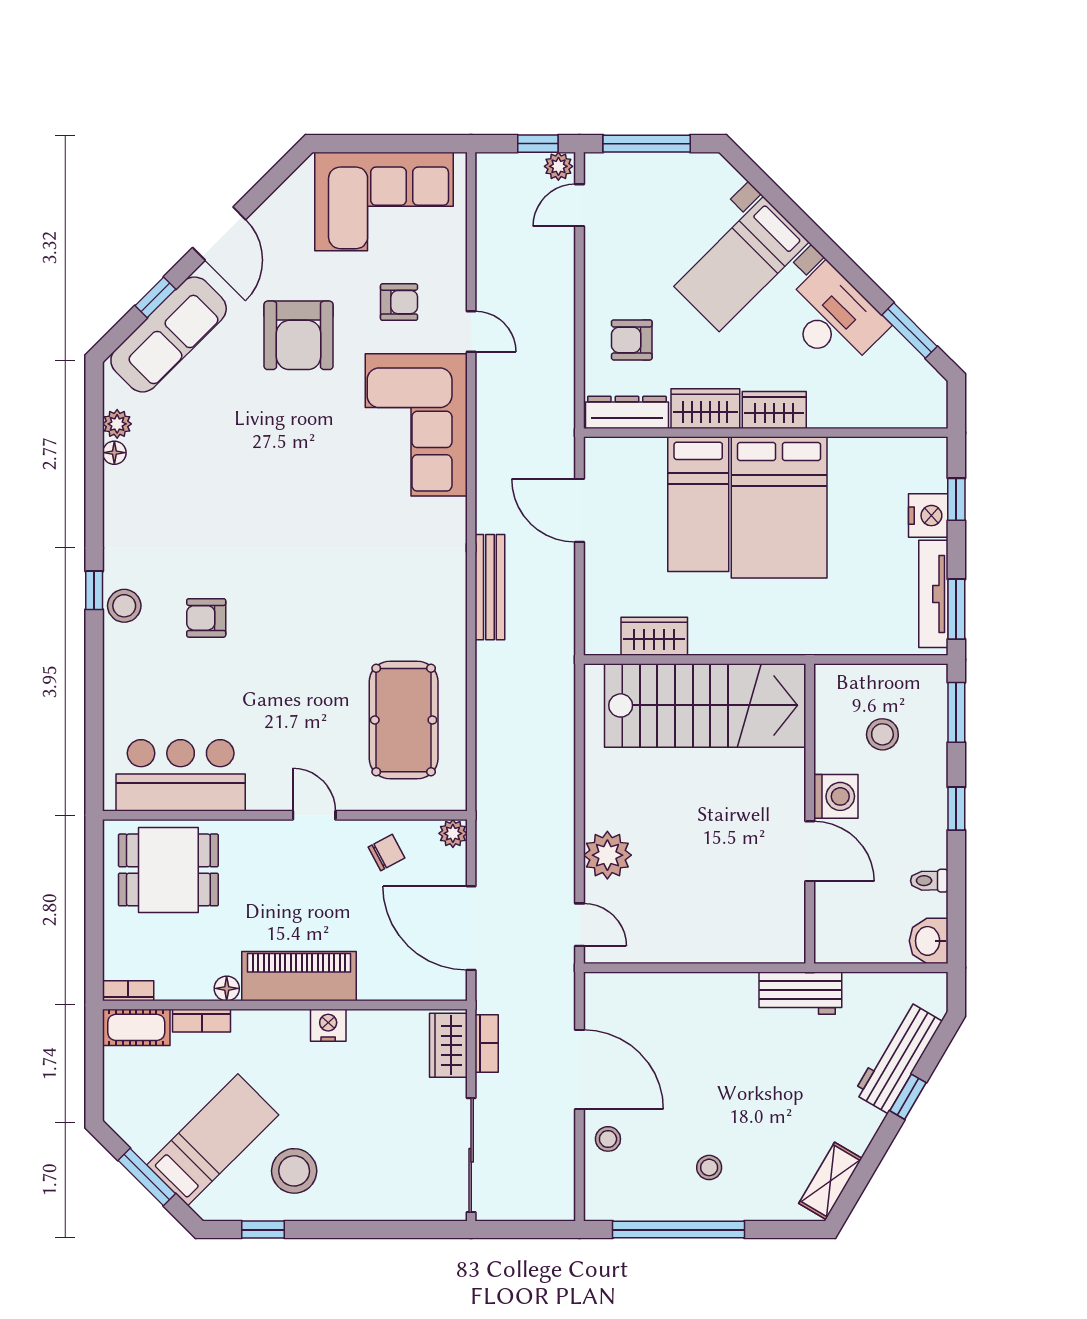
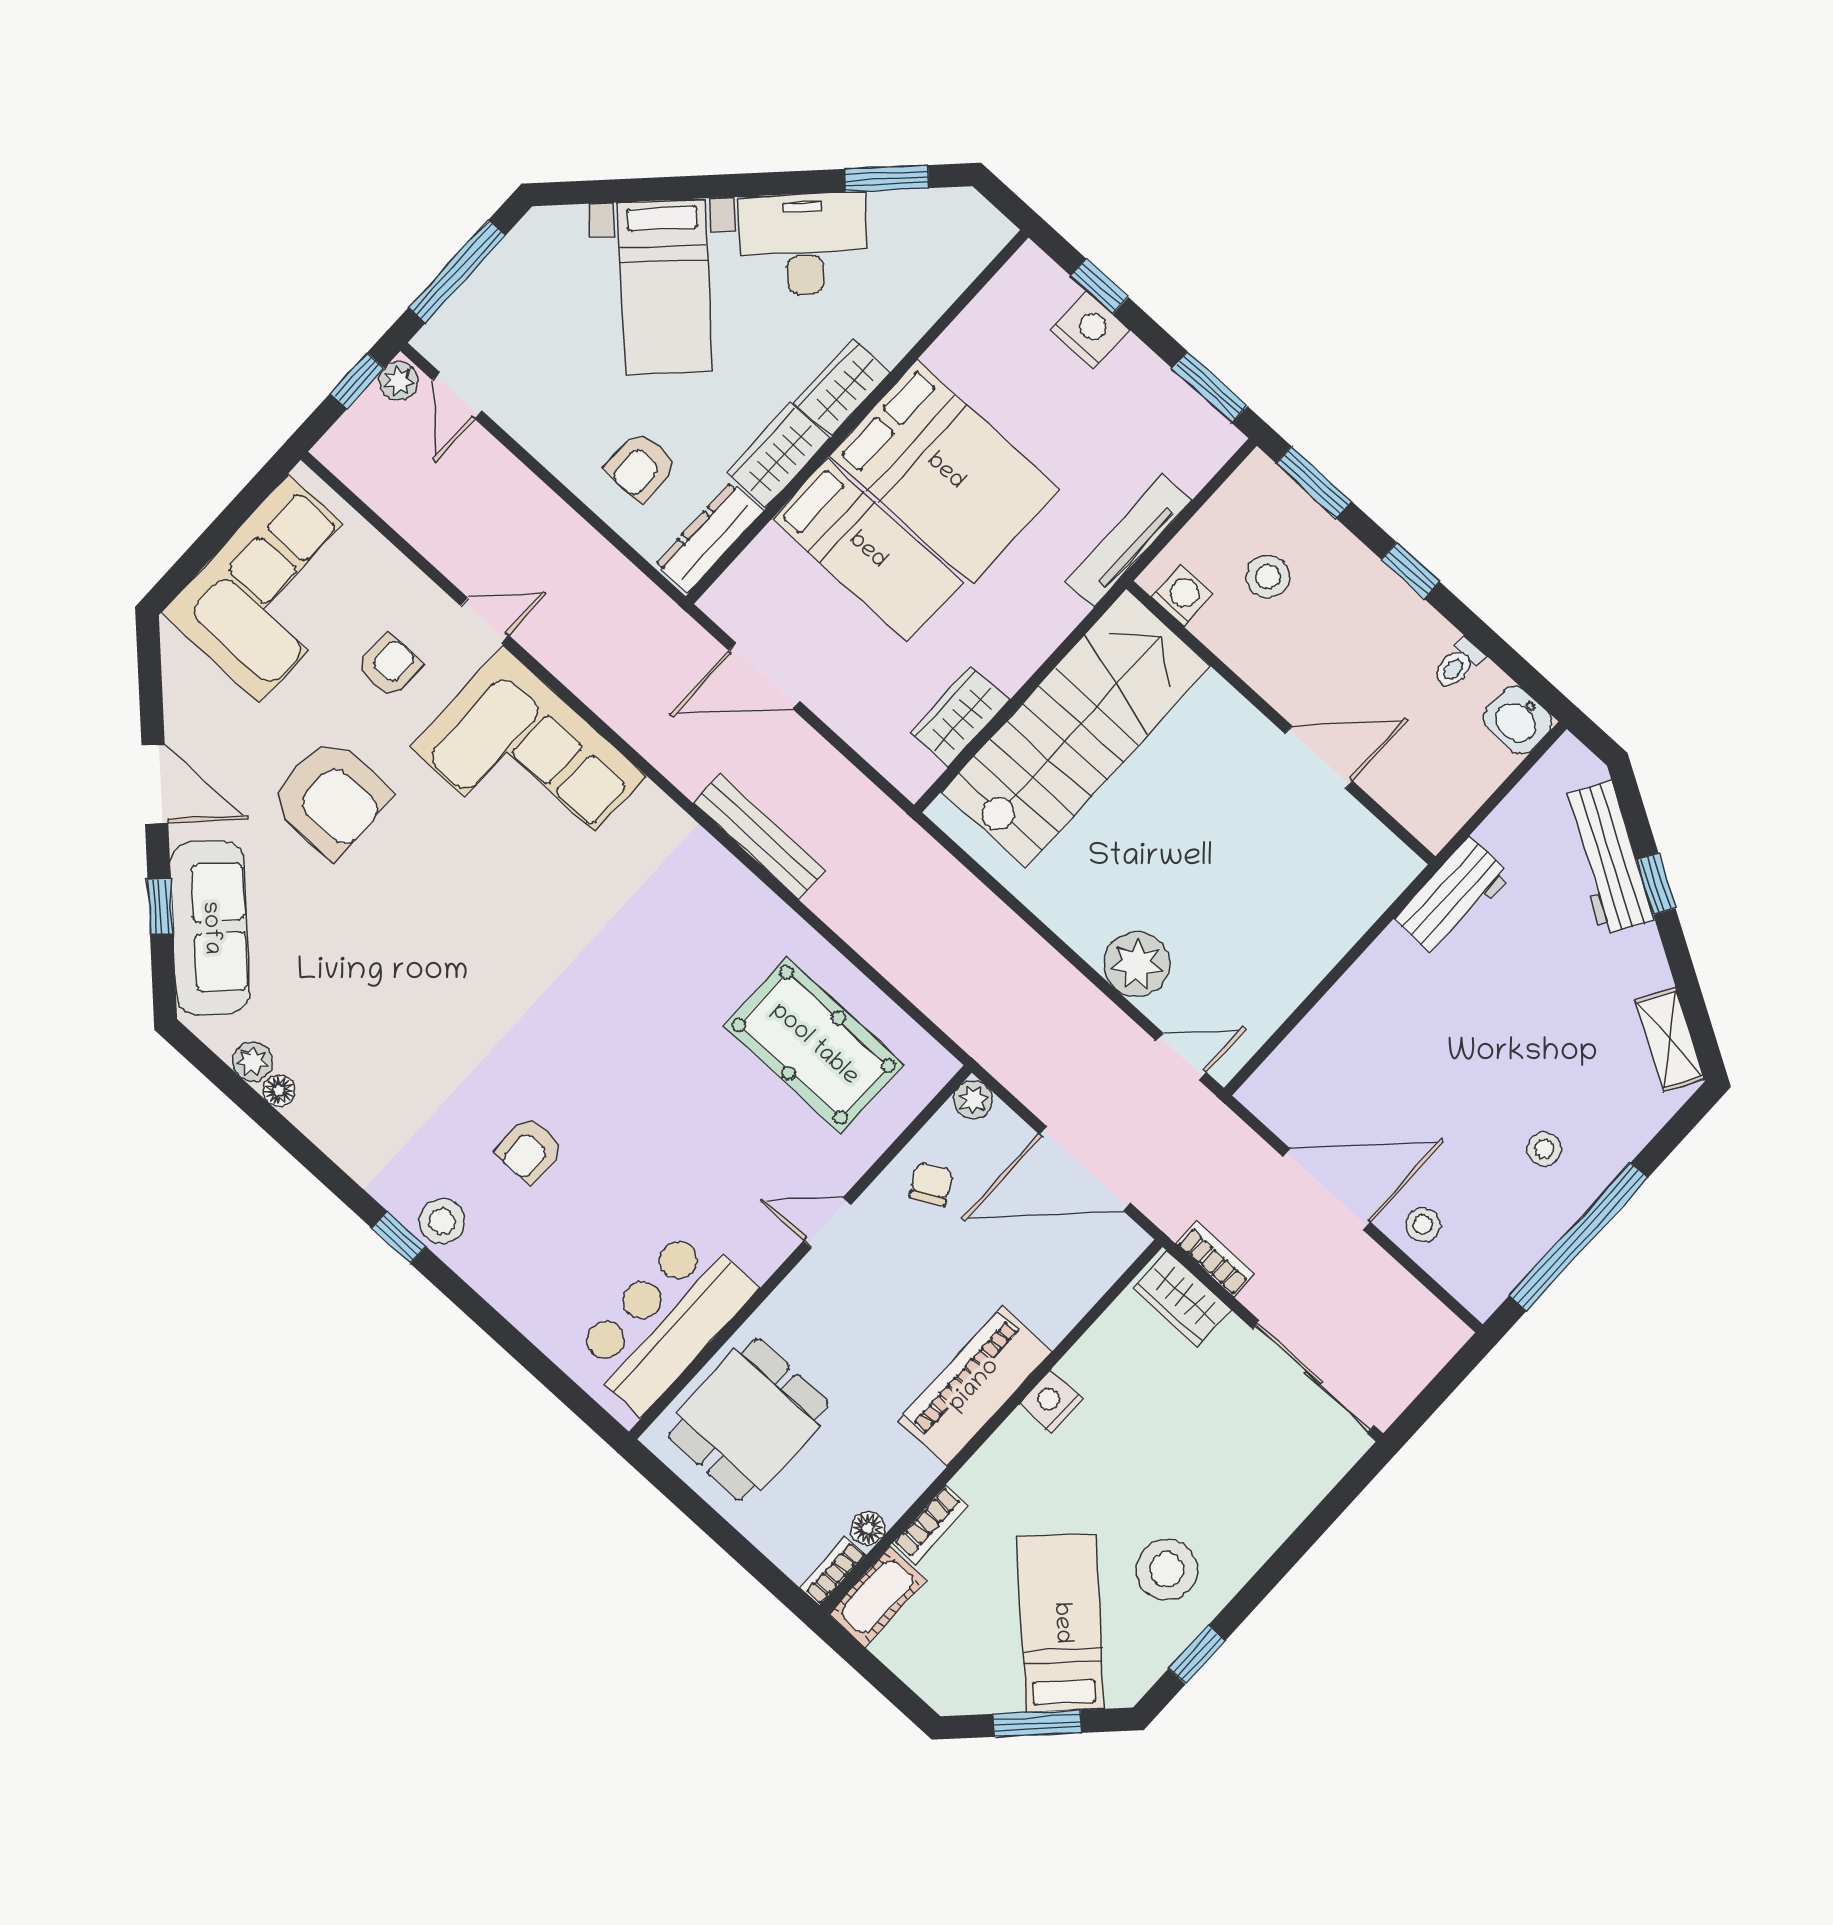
tv unit: (933, 594) -> (1128, 541), moved, turned 90
washing machine: (836, 796) -> (1182, 595), moved, width x0.73, depth x0.73
floor lamp: (227, 988) -> (868, 1528), moved

